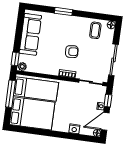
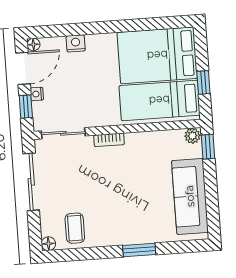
armchair: (72, 52) -> (109, 181), removed
window: (10, 94) -> (203, 82), width x0.46

